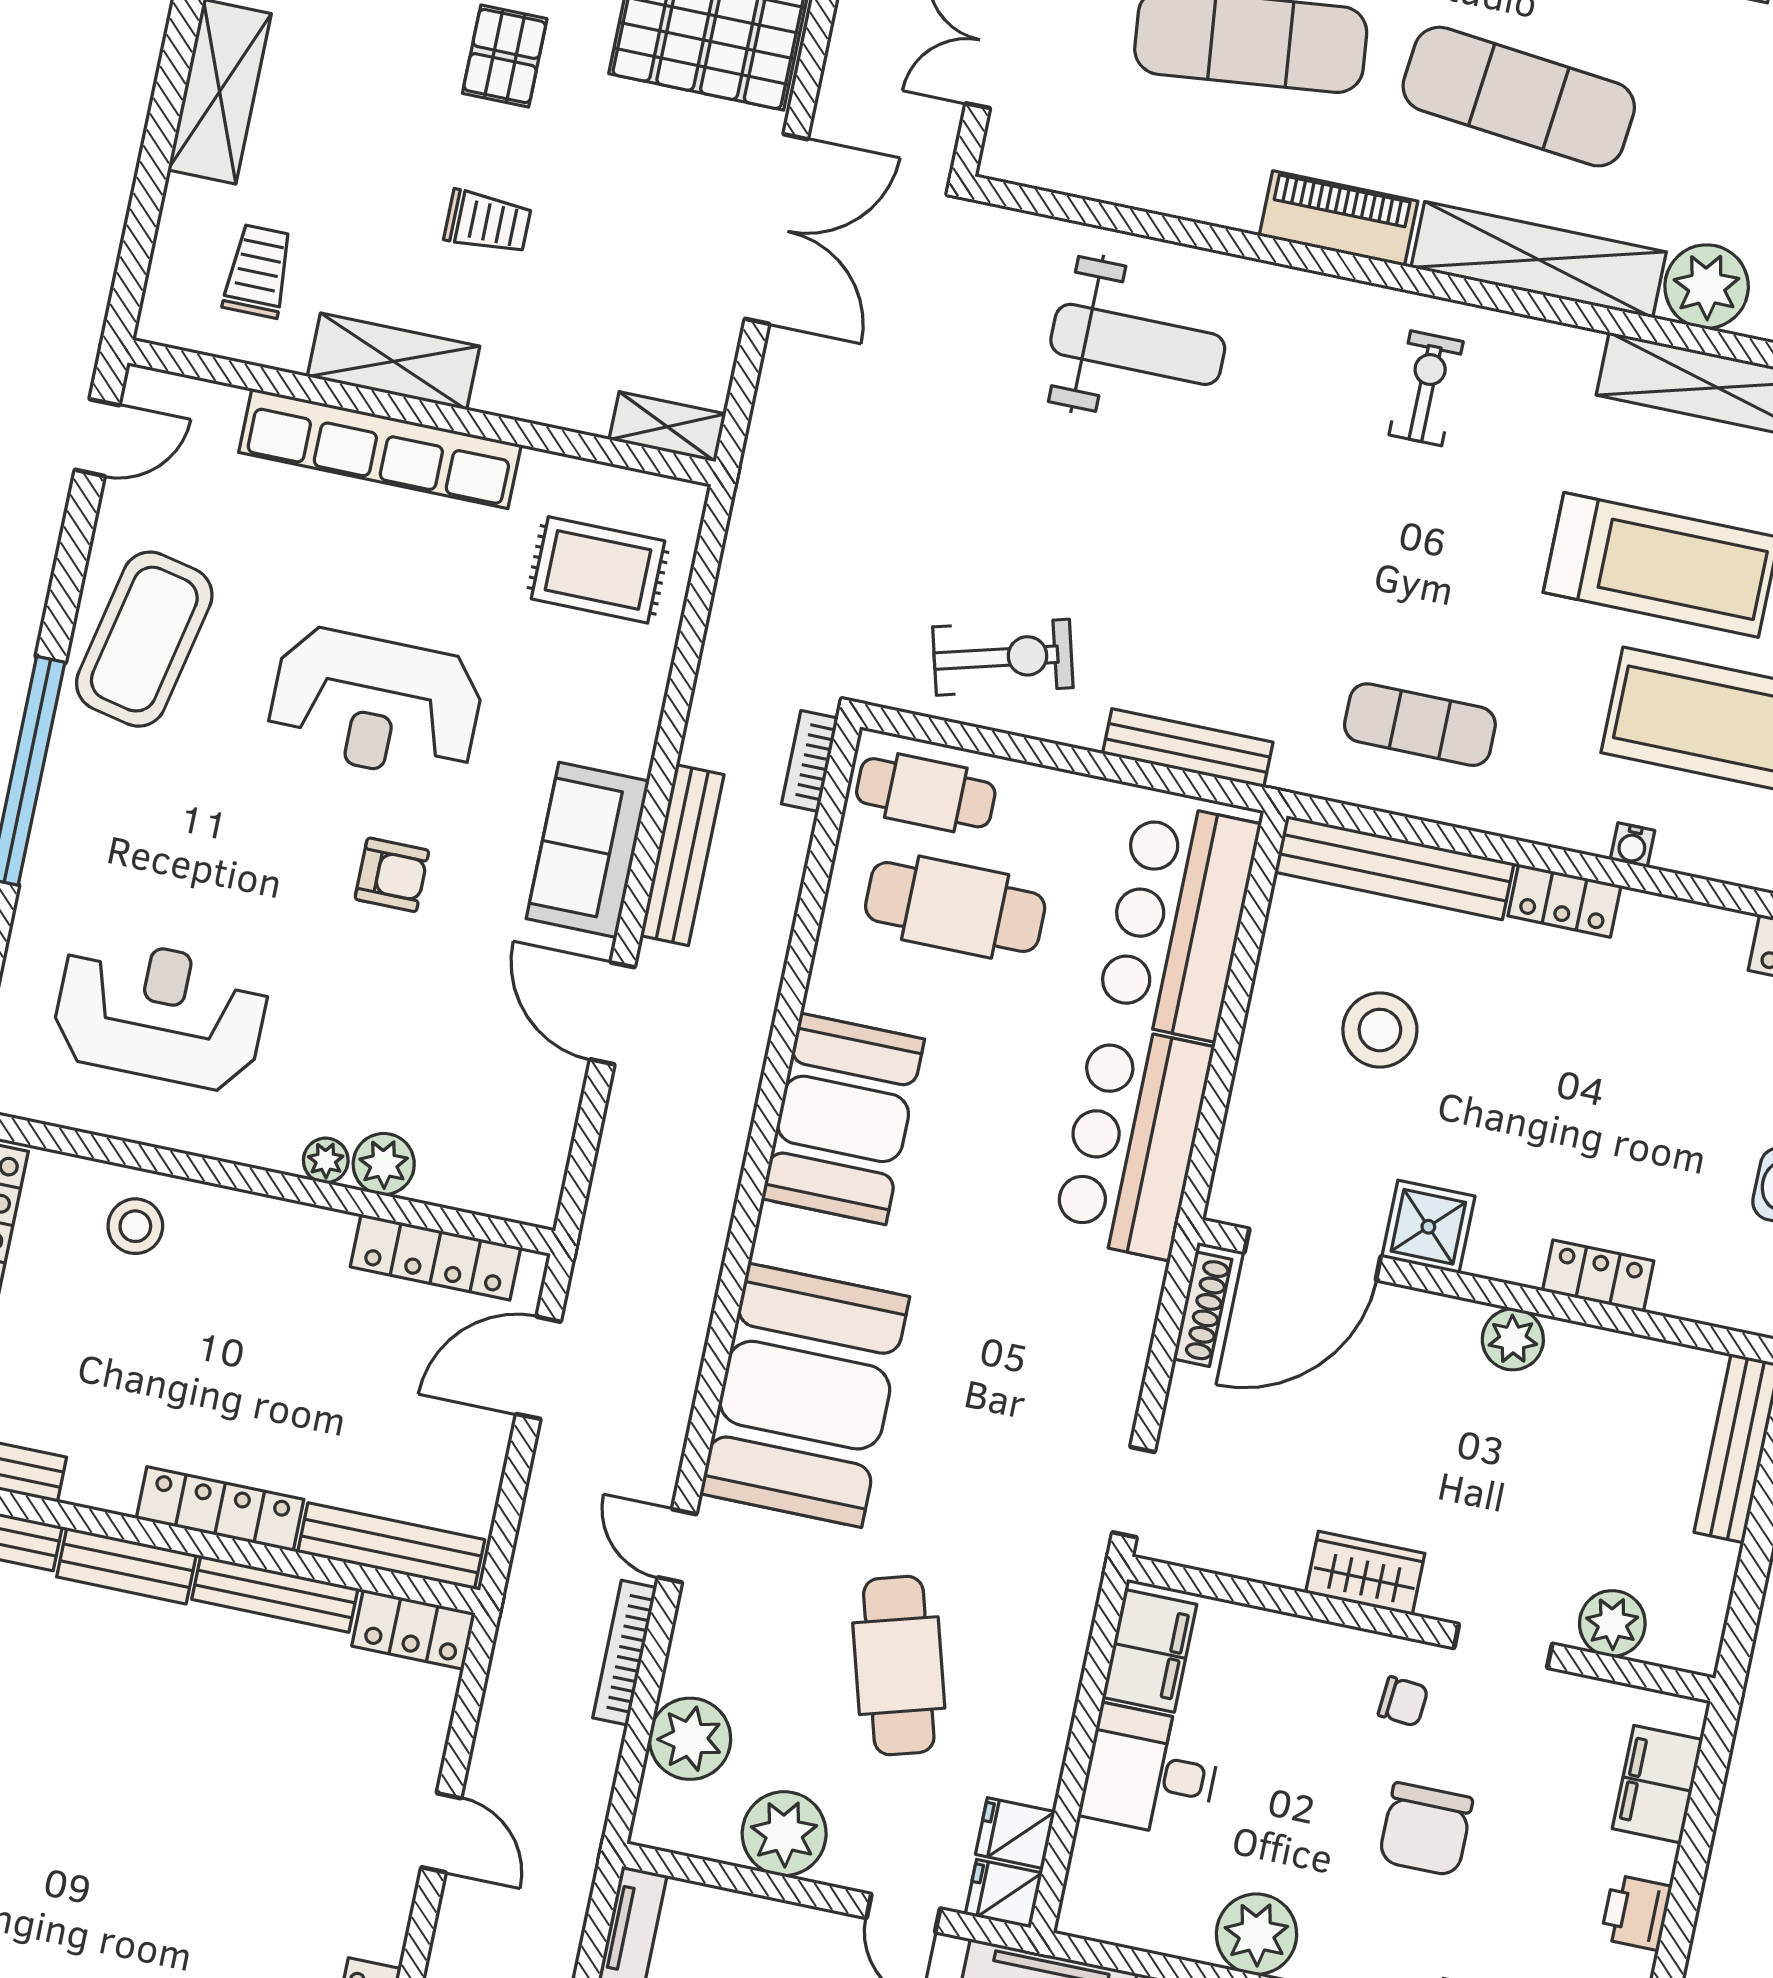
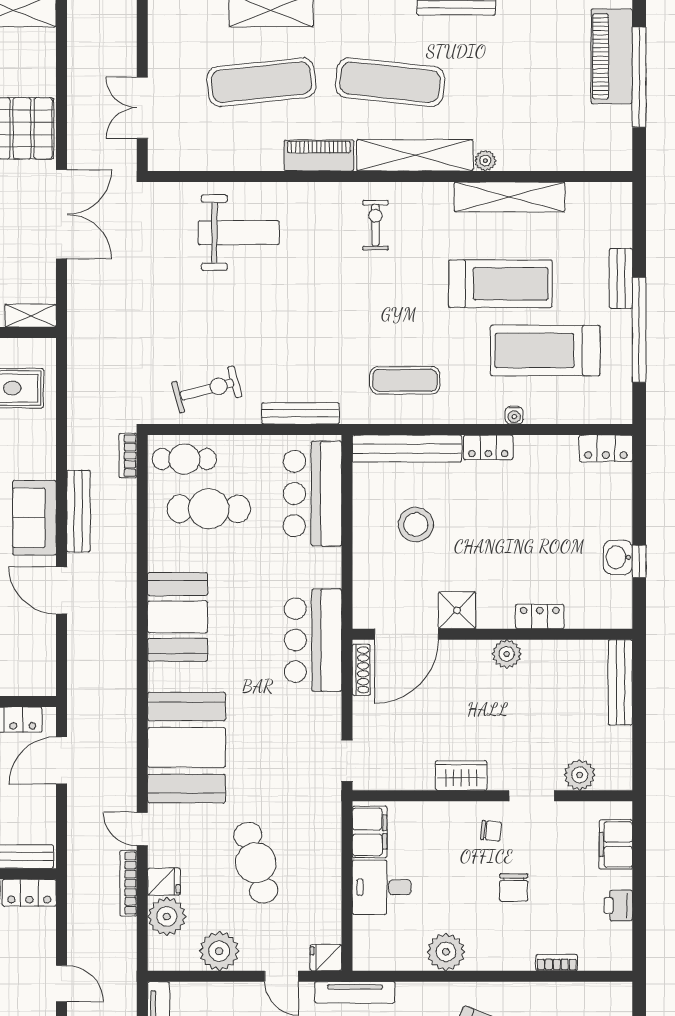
plant: (1707, 287) -> (485, 161), width x0.53, depth x0.53
bar counter: (1133, 1142) -> (313, 640), moved
chair: (1426, 1829) -> (514, 888), width x0.73, depth x0.73
fridge: (1015, 1833) -> (164, 882), moved, turned 180

